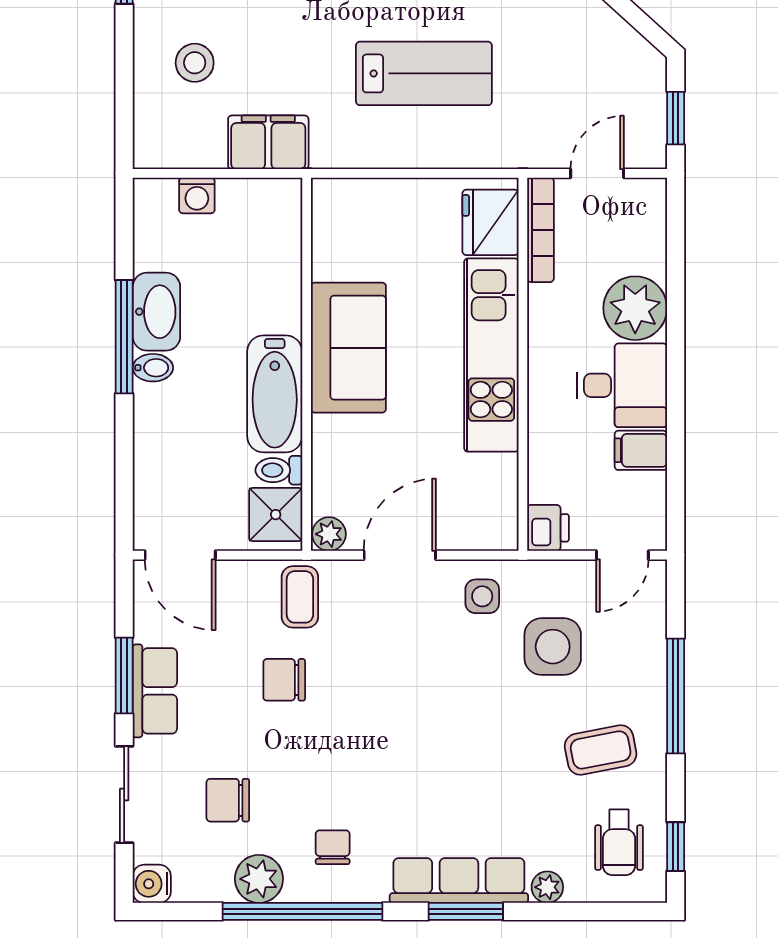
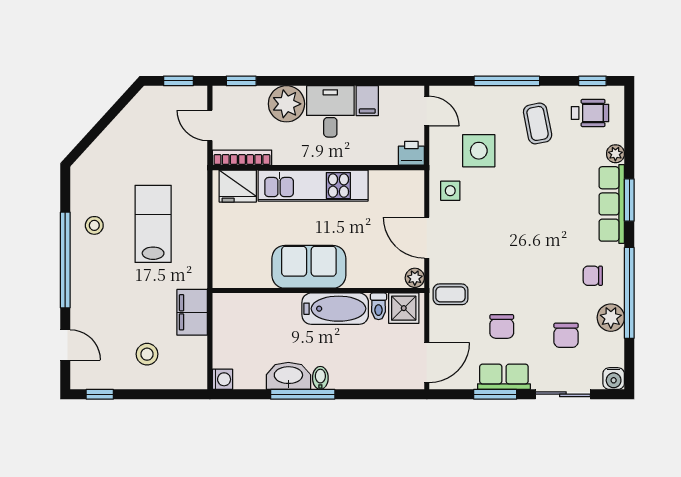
washing machine: (197, 195) -> (222, 379), moved
window: (676, 228) -> (241, 81), added
chair: (284, 680) -> (502, 326), moved

